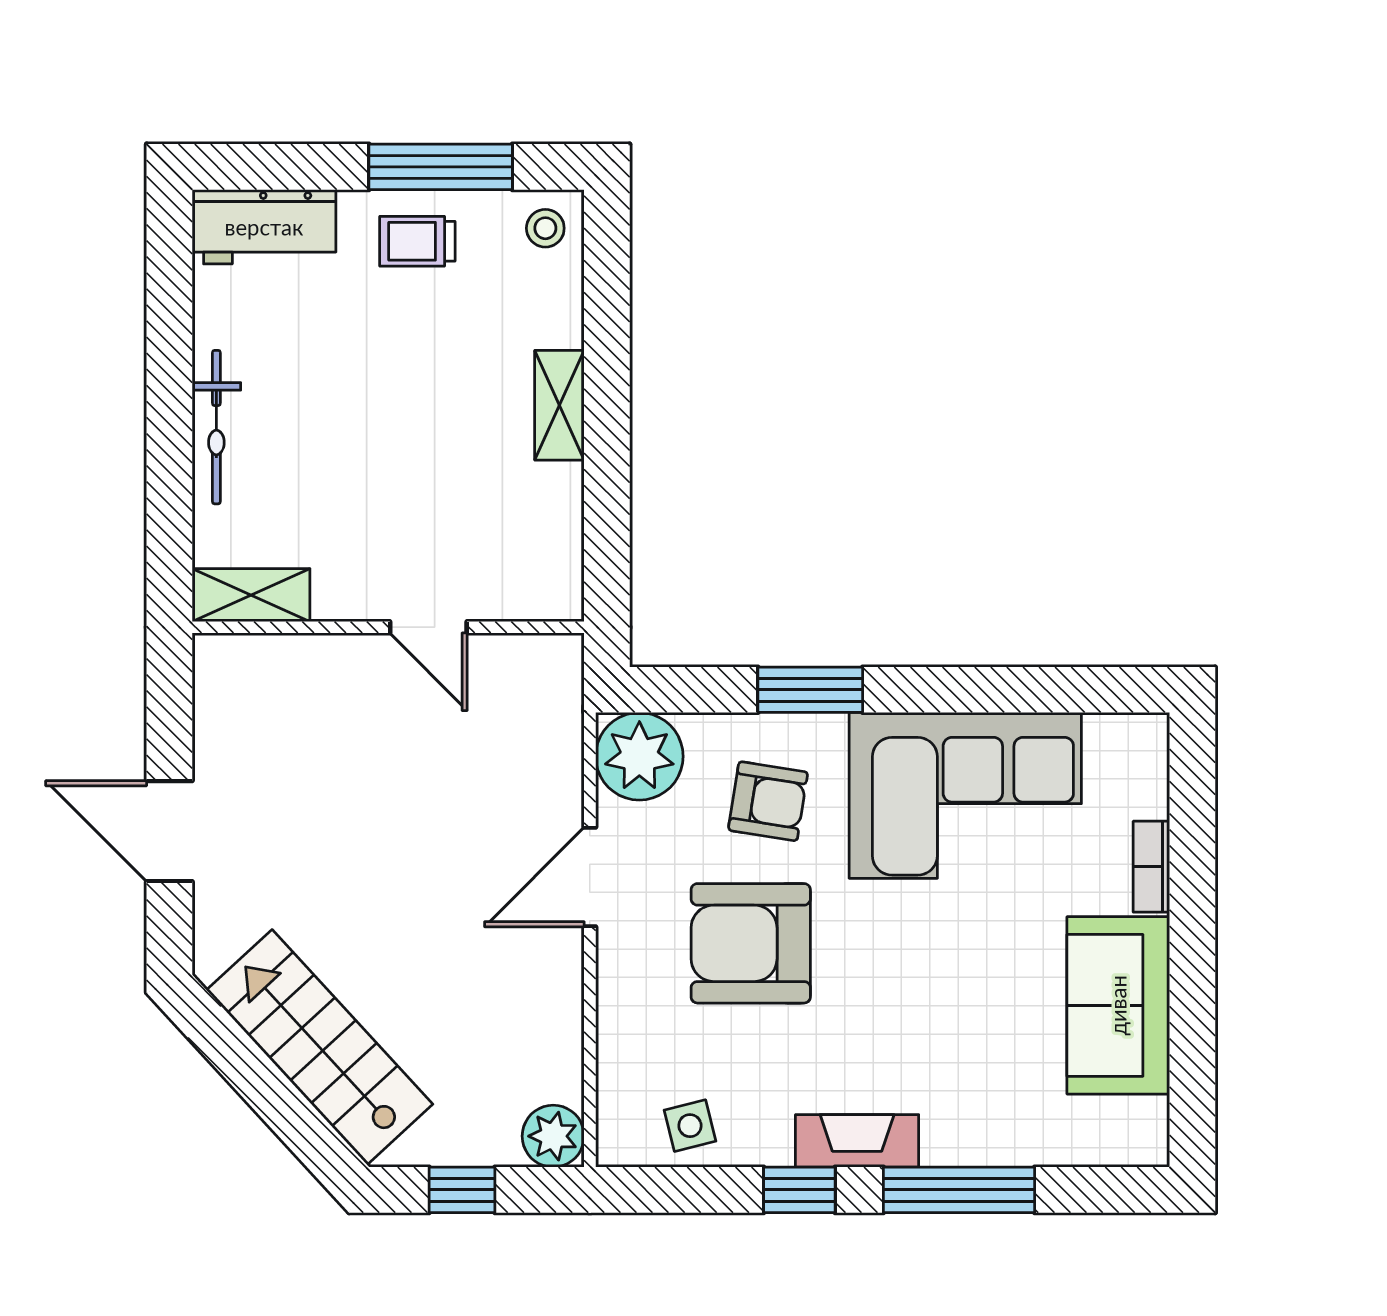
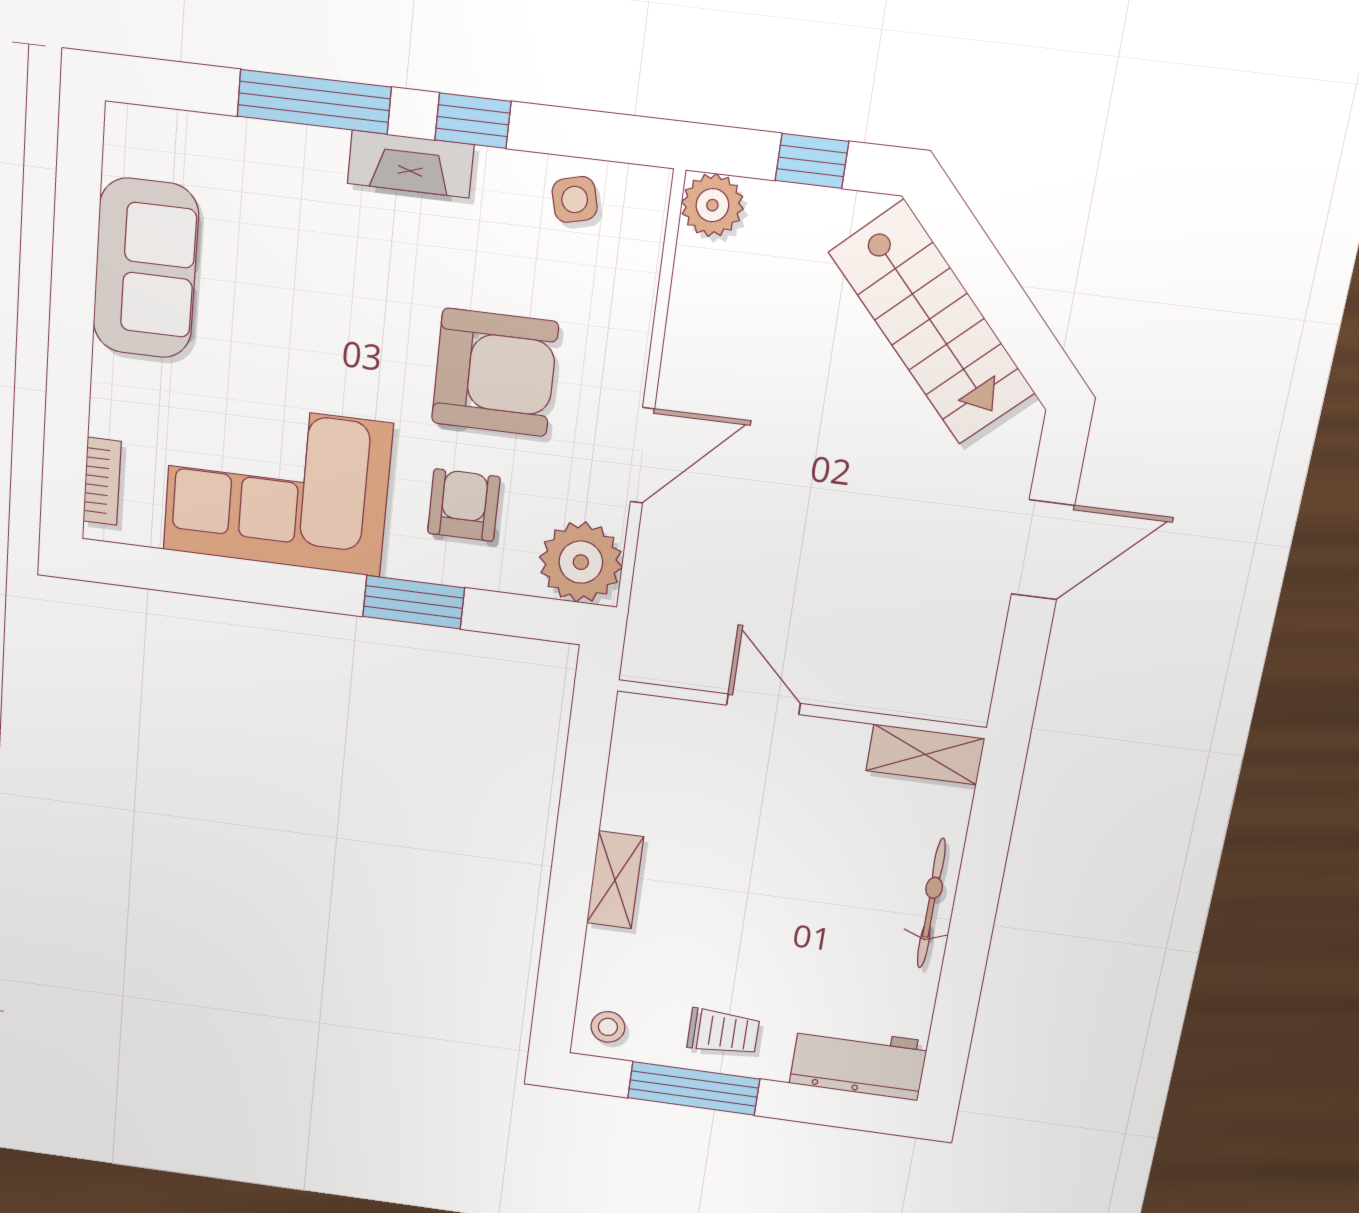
armchair: (768, 801) -> (464, 505), turned 81
door: (169, 831) -> (1043, 550), hinge flipped
bookcase: (1151, 867) -> (102, 481), moved

